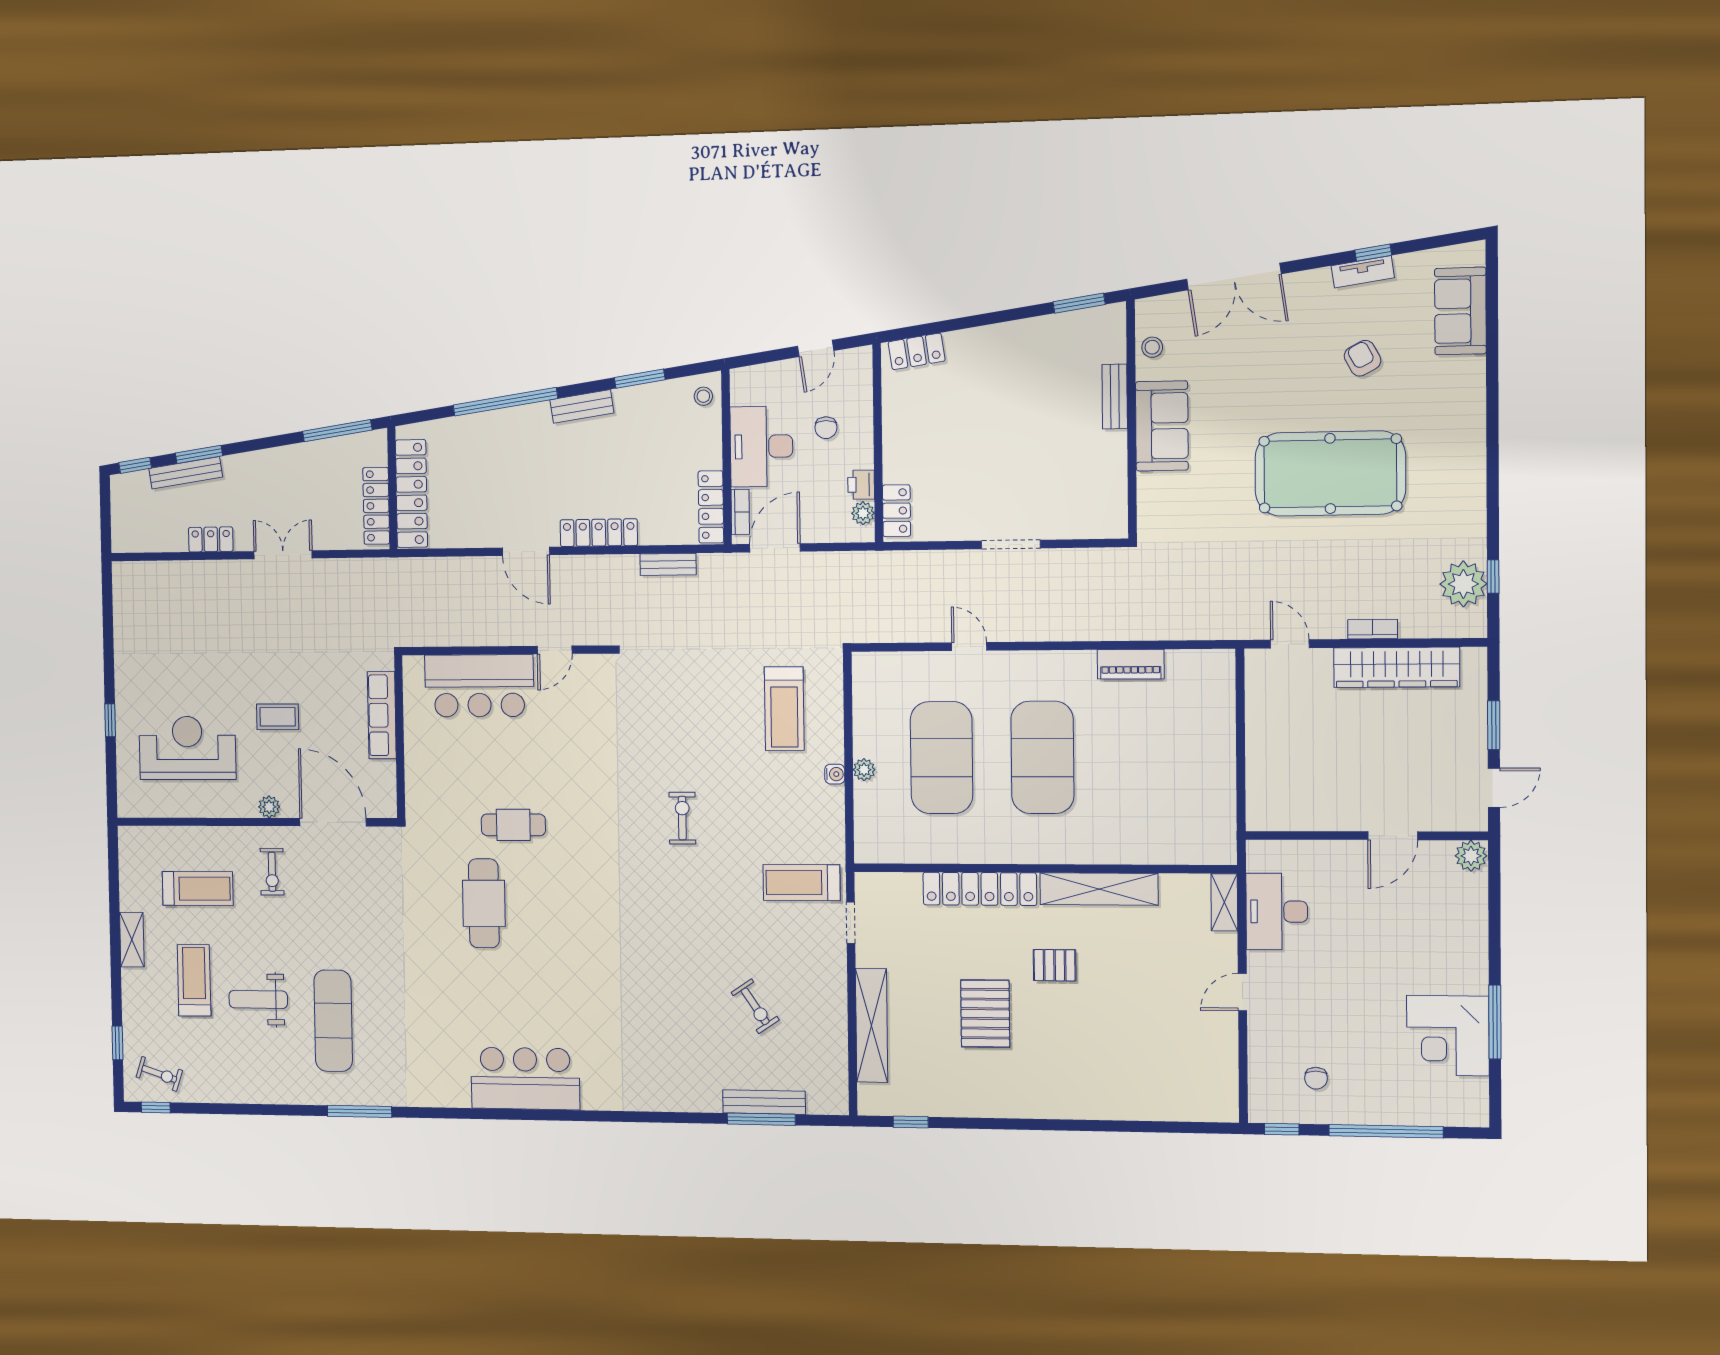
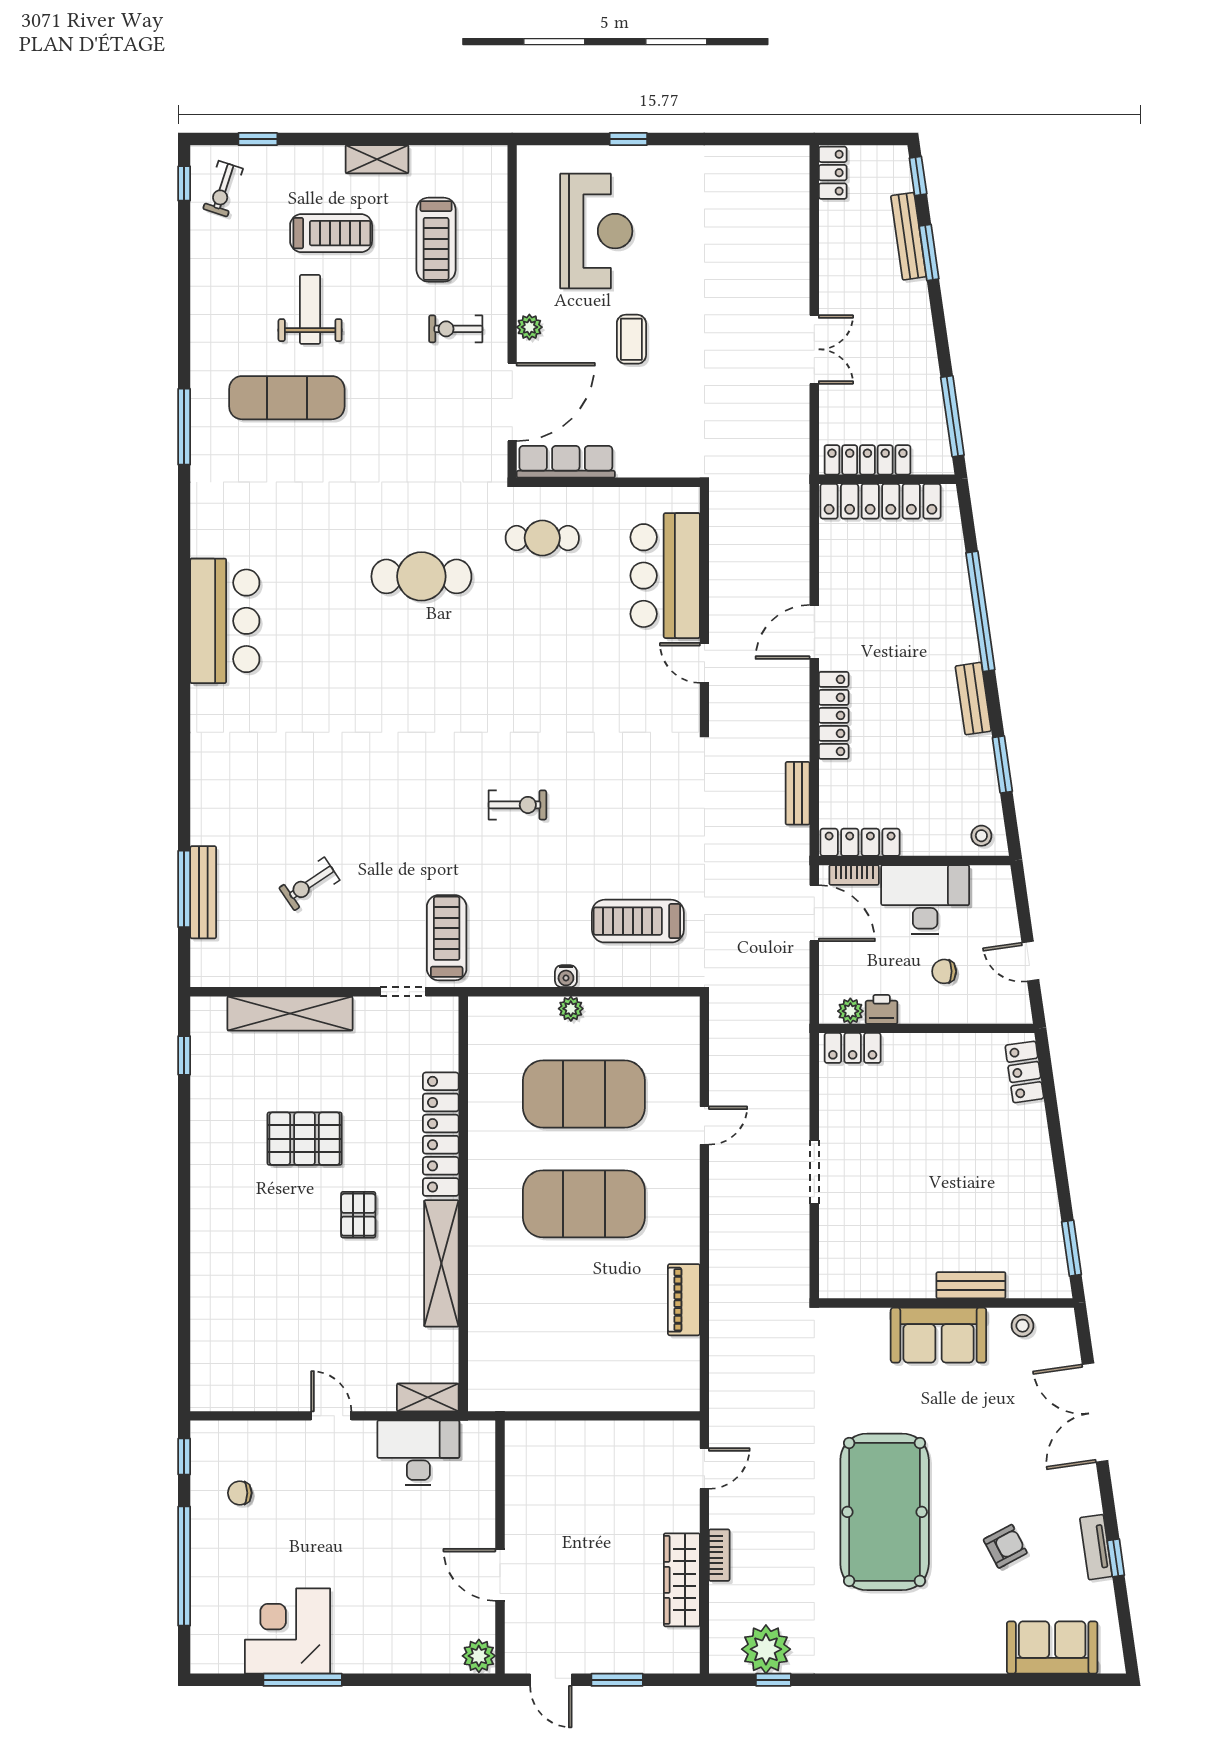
locker: (211, 539) -> (833, 173), moved
wardrobe: (1397, 667) -> (682, 1580), width x0.71, depth x0.85
row of seats: (382, 715) -> (566, 462), moved
cafe table: (513, 825) -> (542, 538), moved, turned 90

